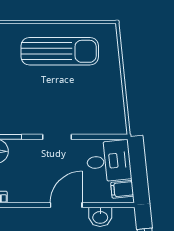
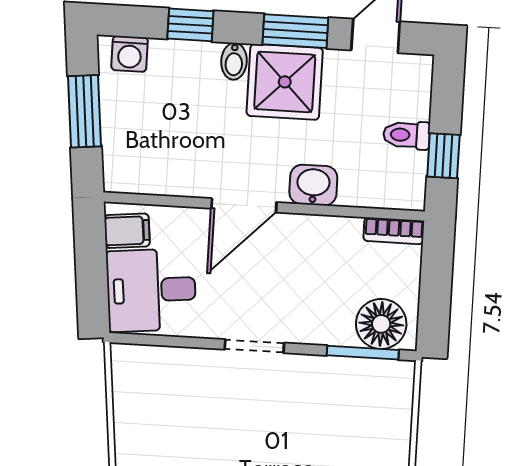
washbasin: (100, 217) -> (313, 185), moved

